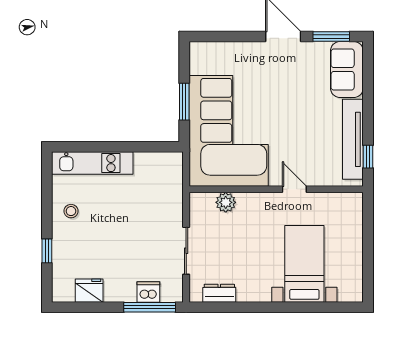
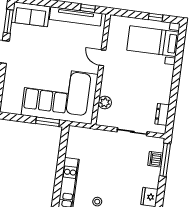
window: (184, 102) -> (48, 122), moved
door: (294, 189) -> (102, 58), hinge flipped
window: (368, 263) -> (156, 17), added
bed with nightstands: (304, 264) -> (153, 41), moved

